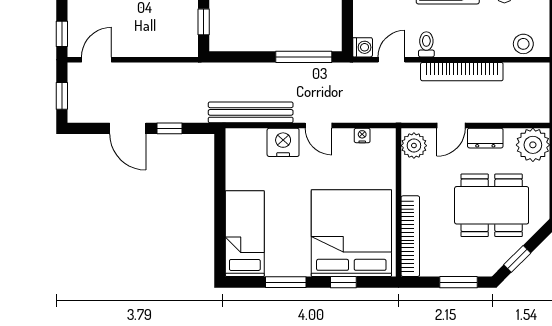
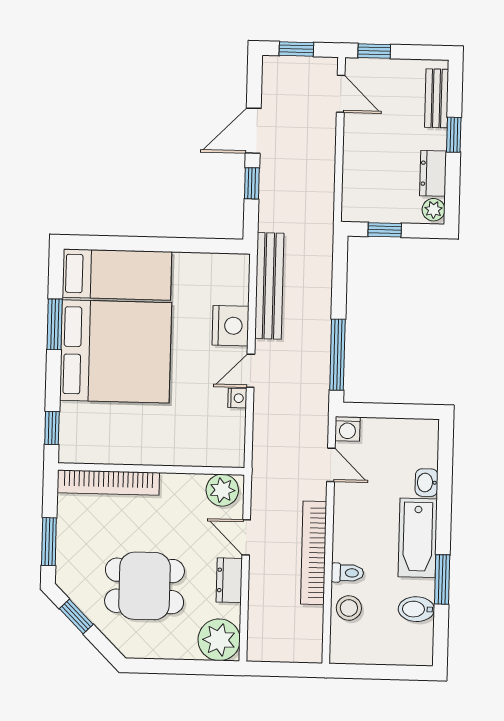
toilet: (426, 44) -> (347, 573), moved
stool: (523, 44) -> (349, 608), moved
nightstand: (362, 135) -> (237, 398), moved
dining table: (492, 205) -> (145, 586), width x0.73
bed: (351, 233) -> (116, 351), moved
window: (343, 282) -> (52, 428), moved

